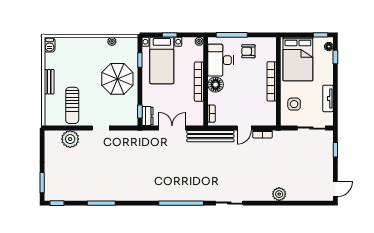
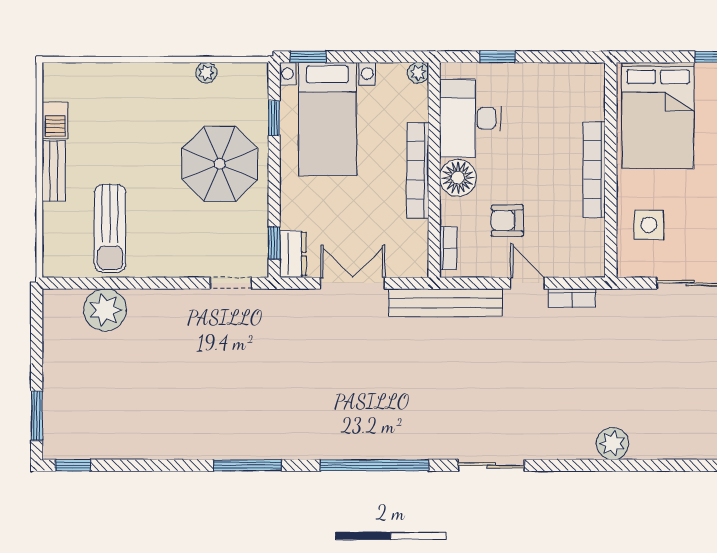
window: (170, 35) -> (308, 57), moved
window: (232, 35) -> (497, 57), width x0.46
barbecue: (50, 45) -> (55, 120), moved
armchair: (248, 51) -> (507, 220), moved
doorway: (101, 128) -> (231, 283), moved
door: (244, 128) -> (528, 283), swing flipped
window: (101, 203) -> (247, 465), moved

